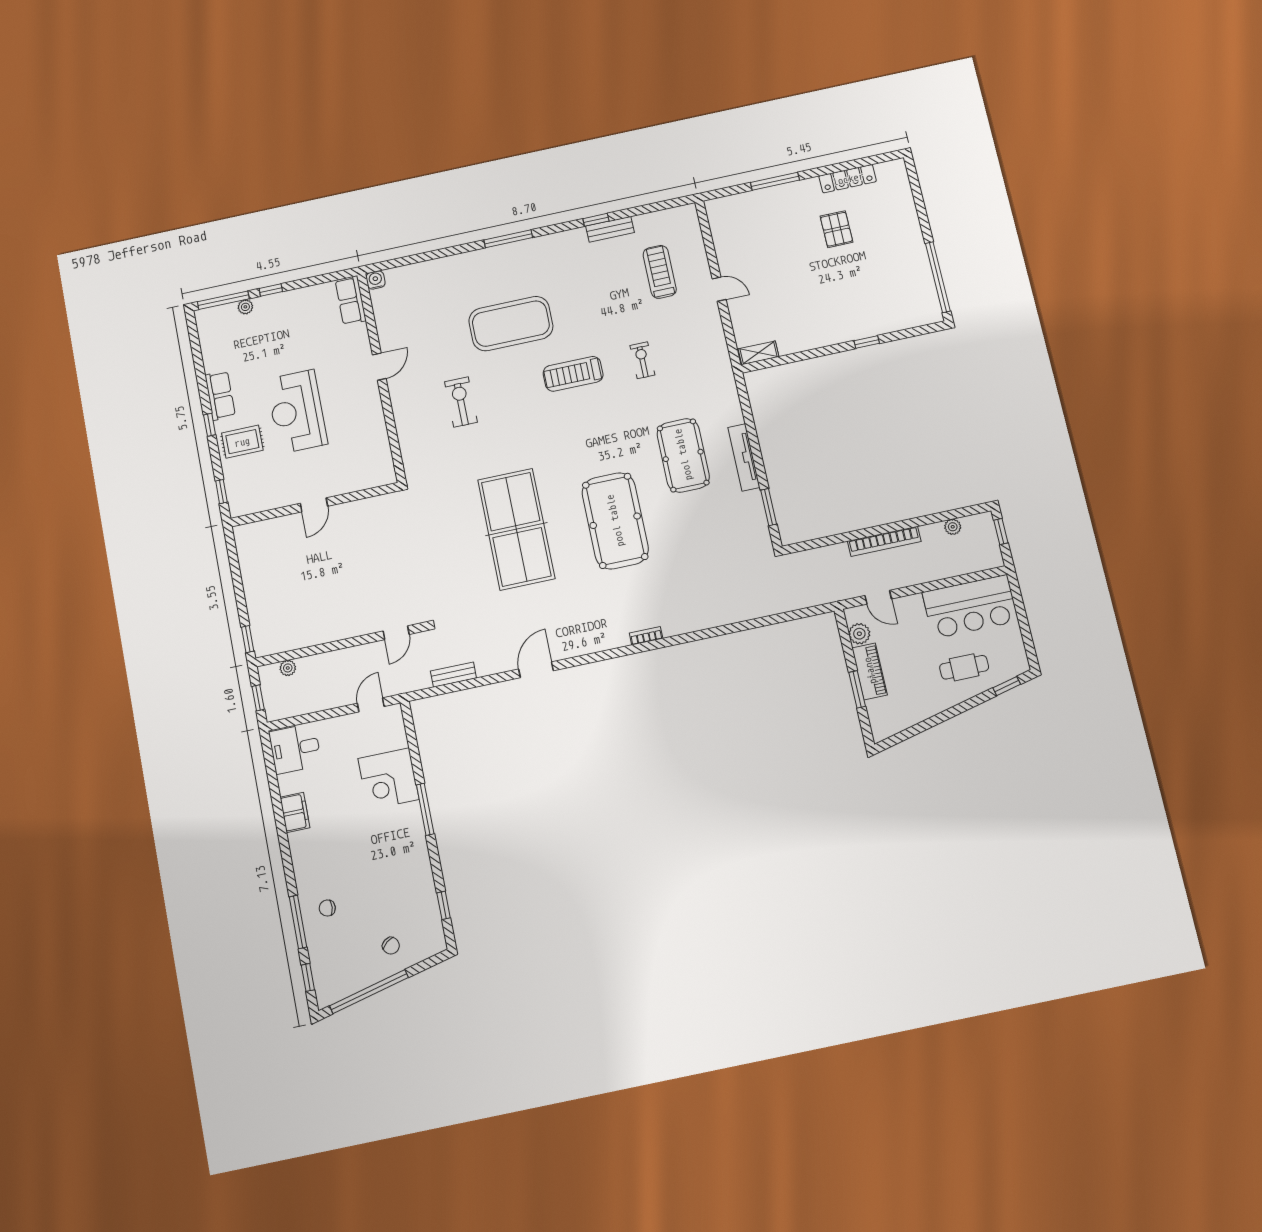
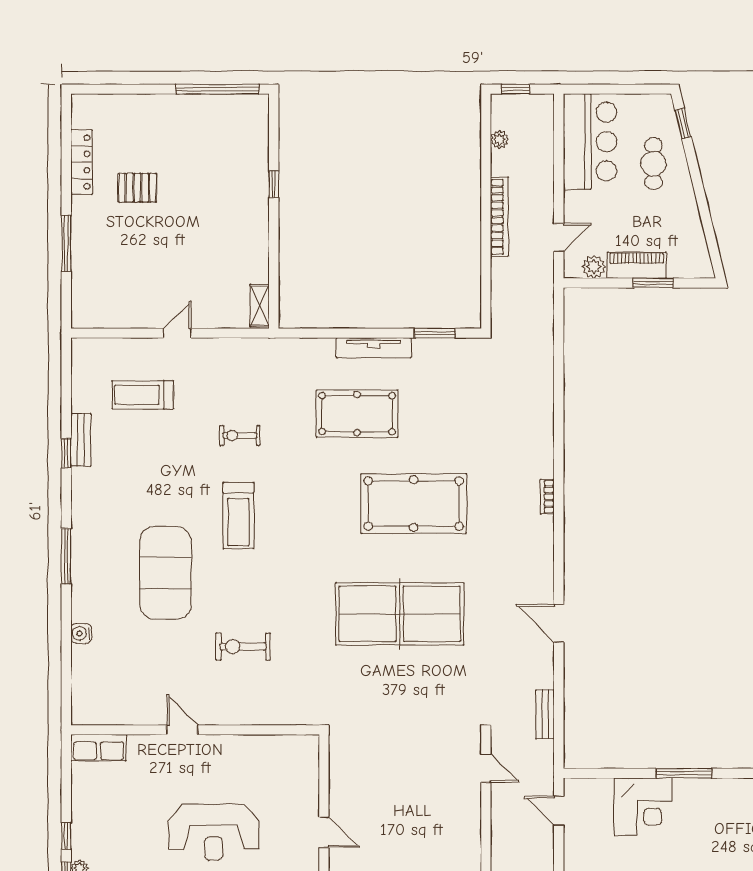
water cooler: (376, 280) -> (81, 633), moved

